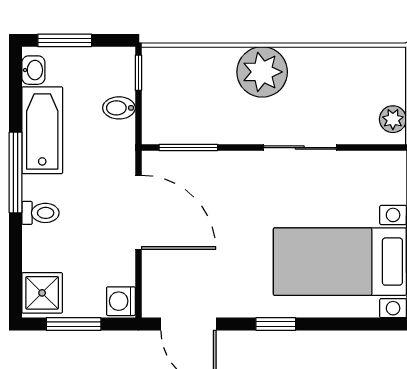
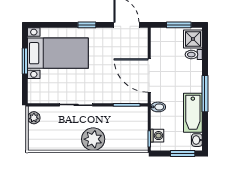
bidet: (119, 108) -> (158, 107), moved
toilet: (40, 213) -> (194, 55), moved
washing machine: (121, 301) -> (157, 136), moved

